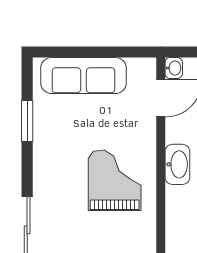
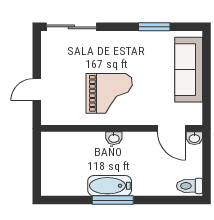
washbasin: (177, 164) -> (114, 138), width x0.52, depth x0.69

